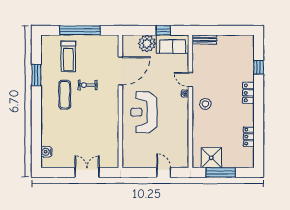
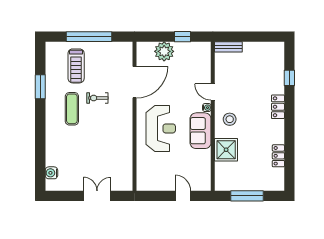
sofa: (173, 44) -> (201, 131), moved, turned 90
reception desk: (144, 112) -> (161, 128), turned 180
shower: (211, 158) -> (226, 150), moved

